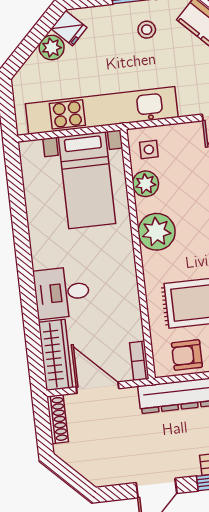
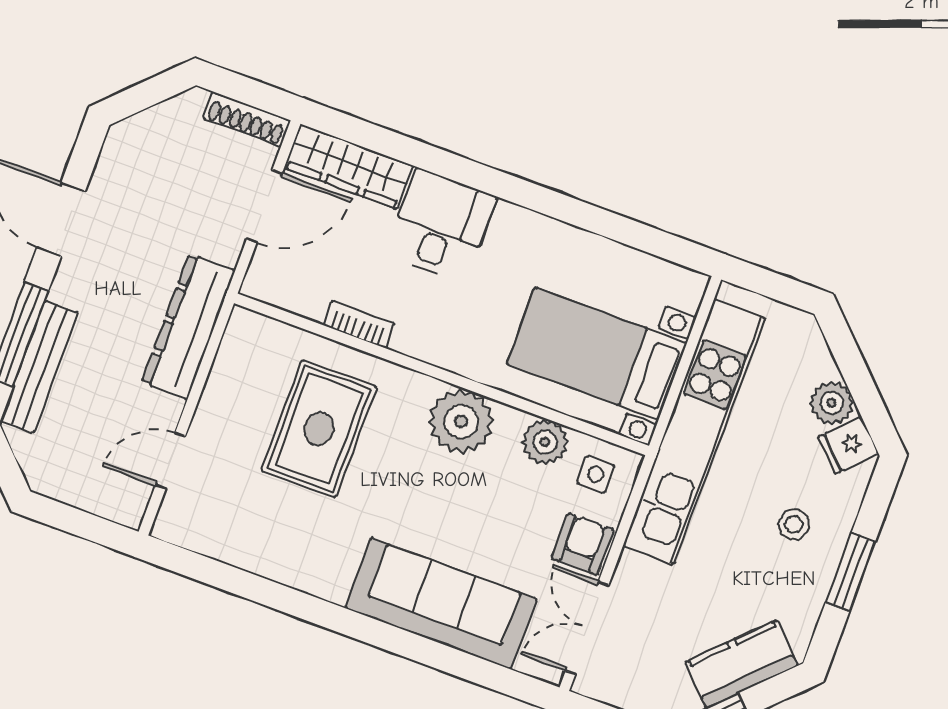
stool: (147, 30) -> (794, 524), moved
armchair: (187, 355) -> (583, 544), moved
bookcase: (139, 361) -> (359, 324), moved

